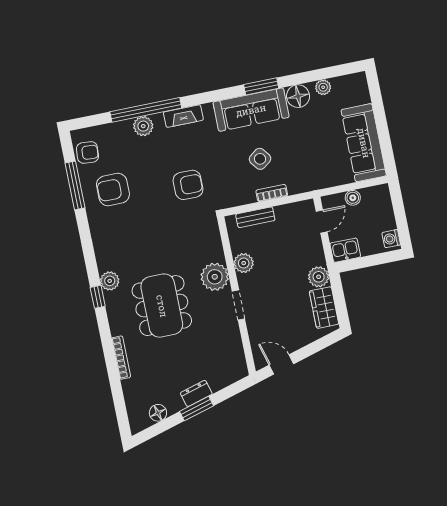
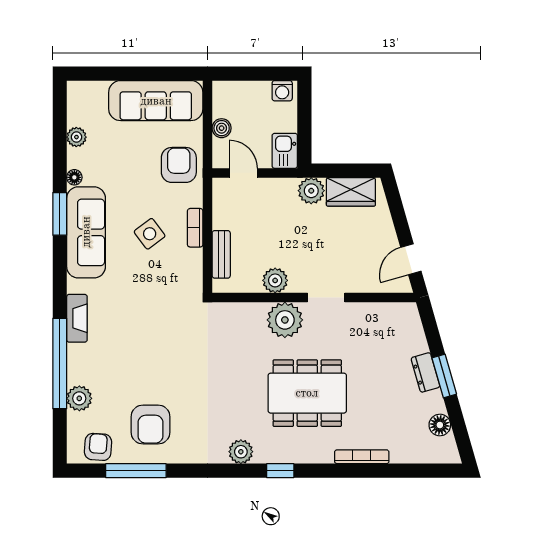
floor lamp: (298, 96) -> (74, 177), width x0.53, depth x0.53
plant: (143, 126) -> (79, 398), moved
armchair: (188, 185) -> (179, 165), moved
plant: (110, 281) -> (241, 452), moved

